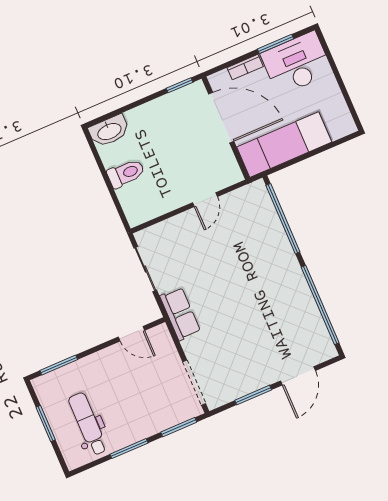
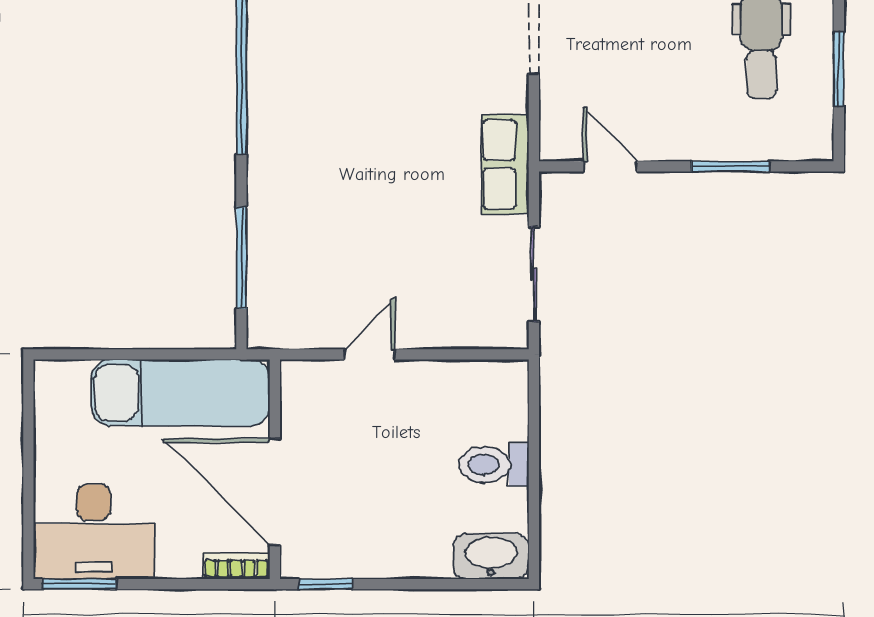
window: (276, 44) -> (79, 584), moved
bookcase: (245, 67) -> (236, 566), moved
window: (283, 219) -> (241, 258), width x0.68
window: (59, 365) -> (730, 166), moved

